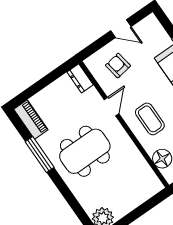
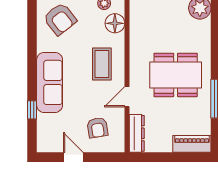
dresser: (80, 78) -> (137, 133), width x1.44
piano: (31, 120) -> (192, 144), moved, turned 90

